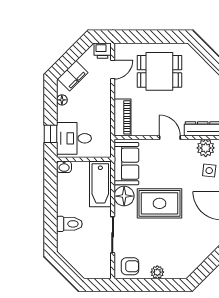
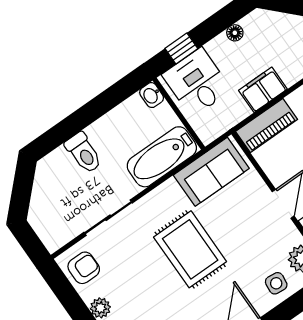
filing cabinet: (73, 76) -> (263, 90), moved, turned 135
floor lamp: (124, 196) -> (168, 198), removed
armchair: (130, 266) -> (84, 268), turned -90

